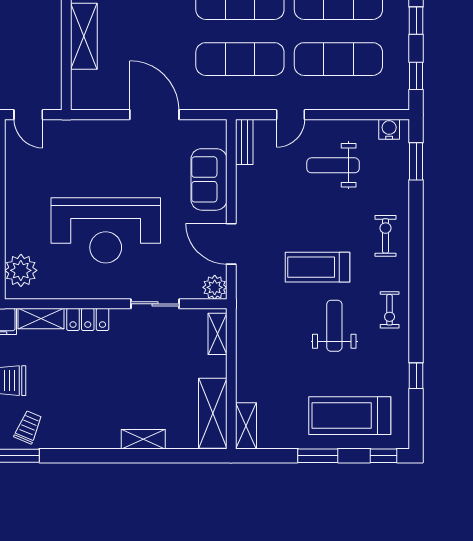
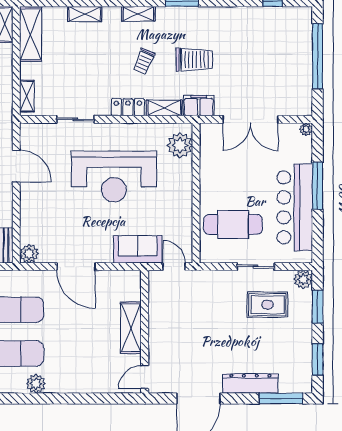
sofa: (209, 179) -> (138, 249), moved, turned -90
reception desk: (106, 230) -> (114, 177), turned 180
plant: (215, 287) -> (29, 254), moved
trolley: (28, 427) -> (144, 61), moved
shelving: (74, 440) -> (138, 14), added

